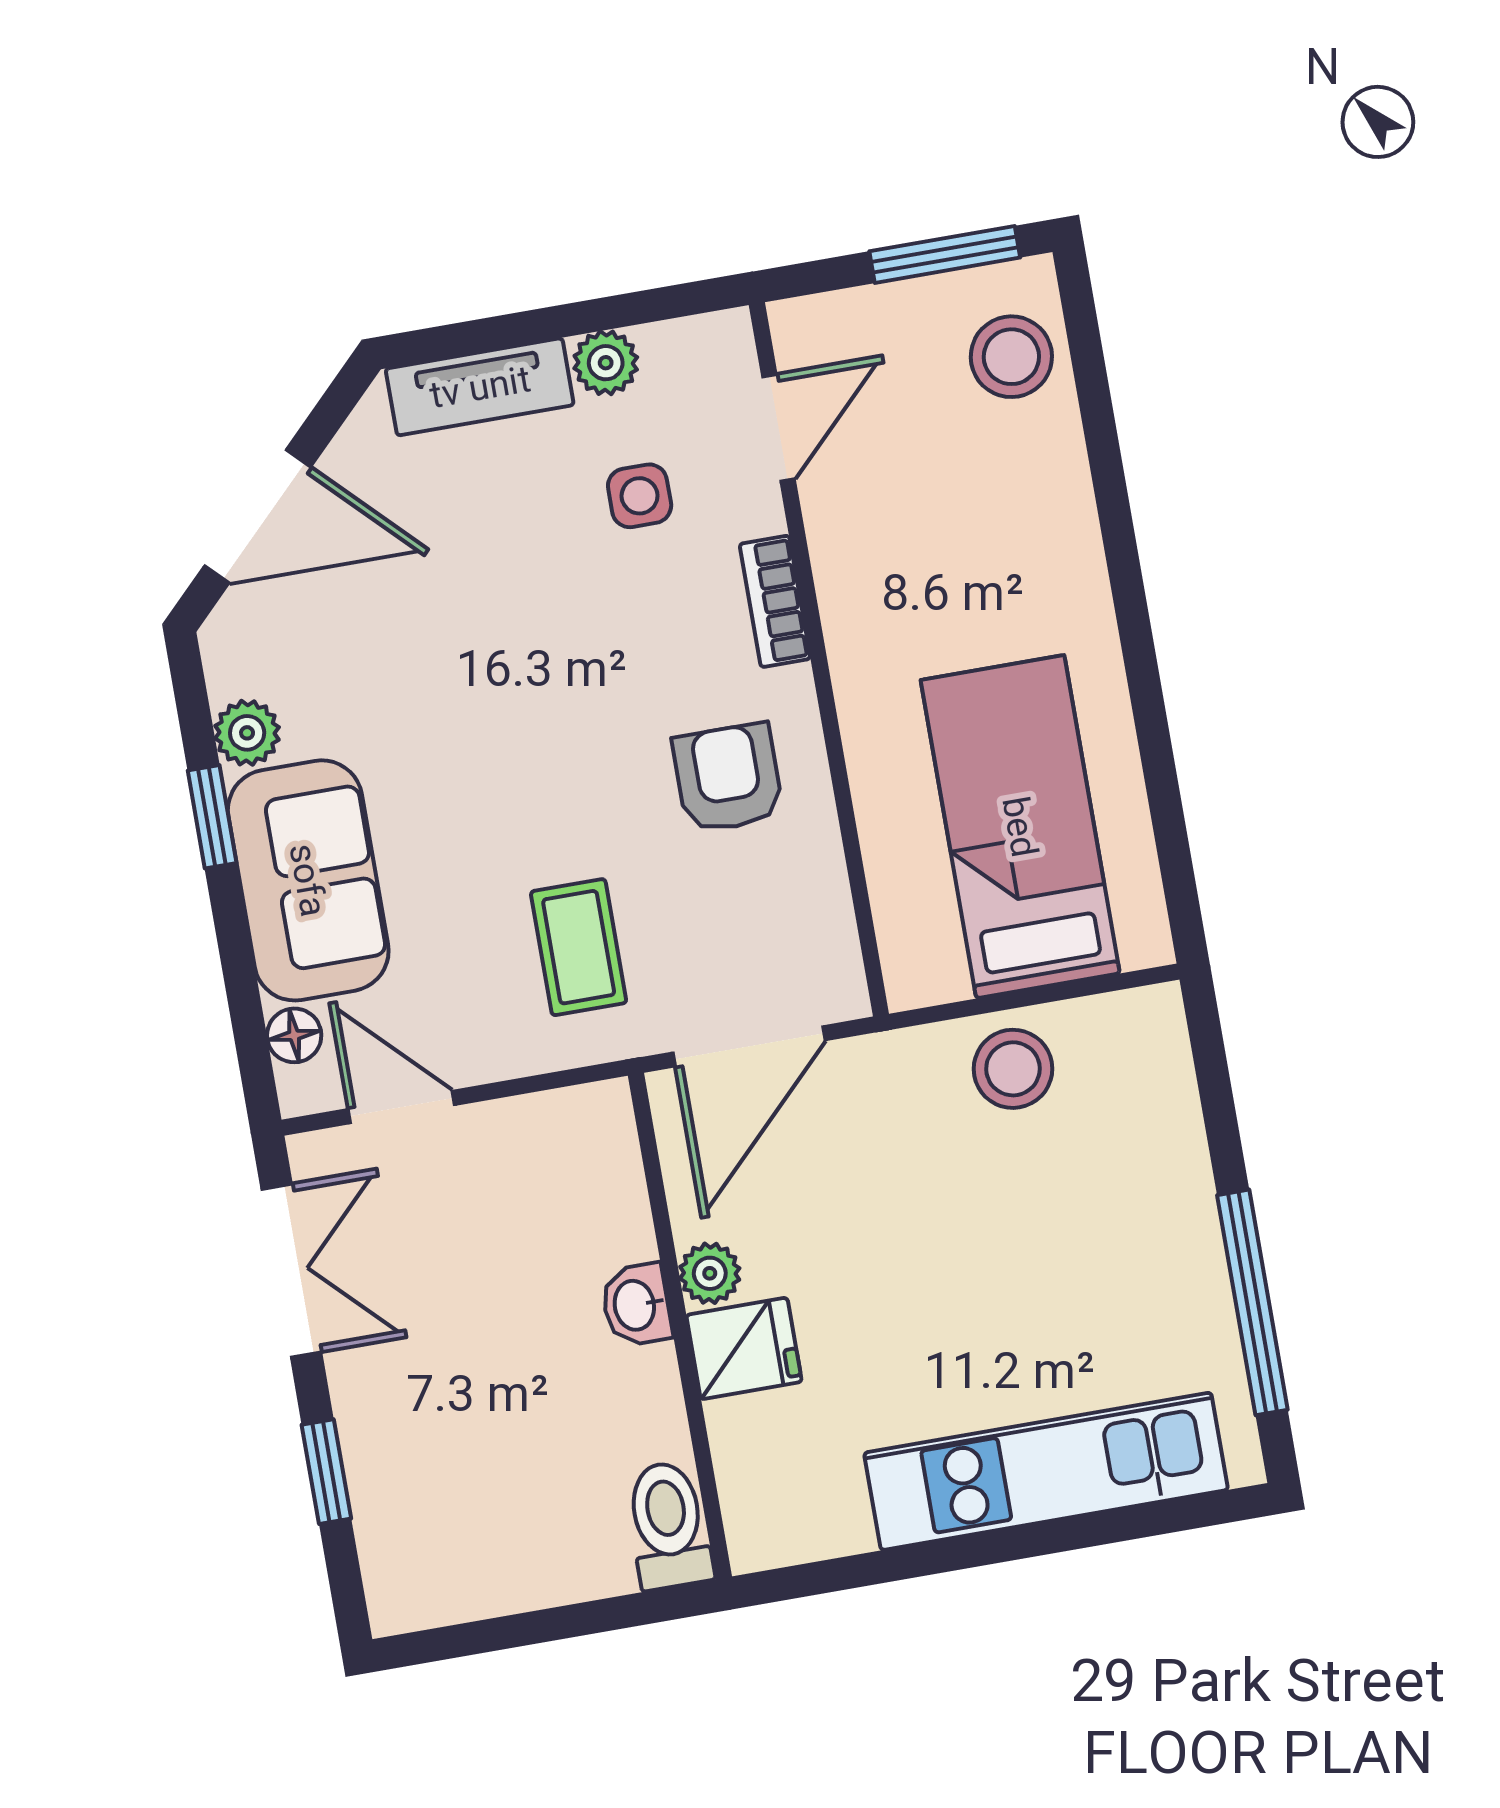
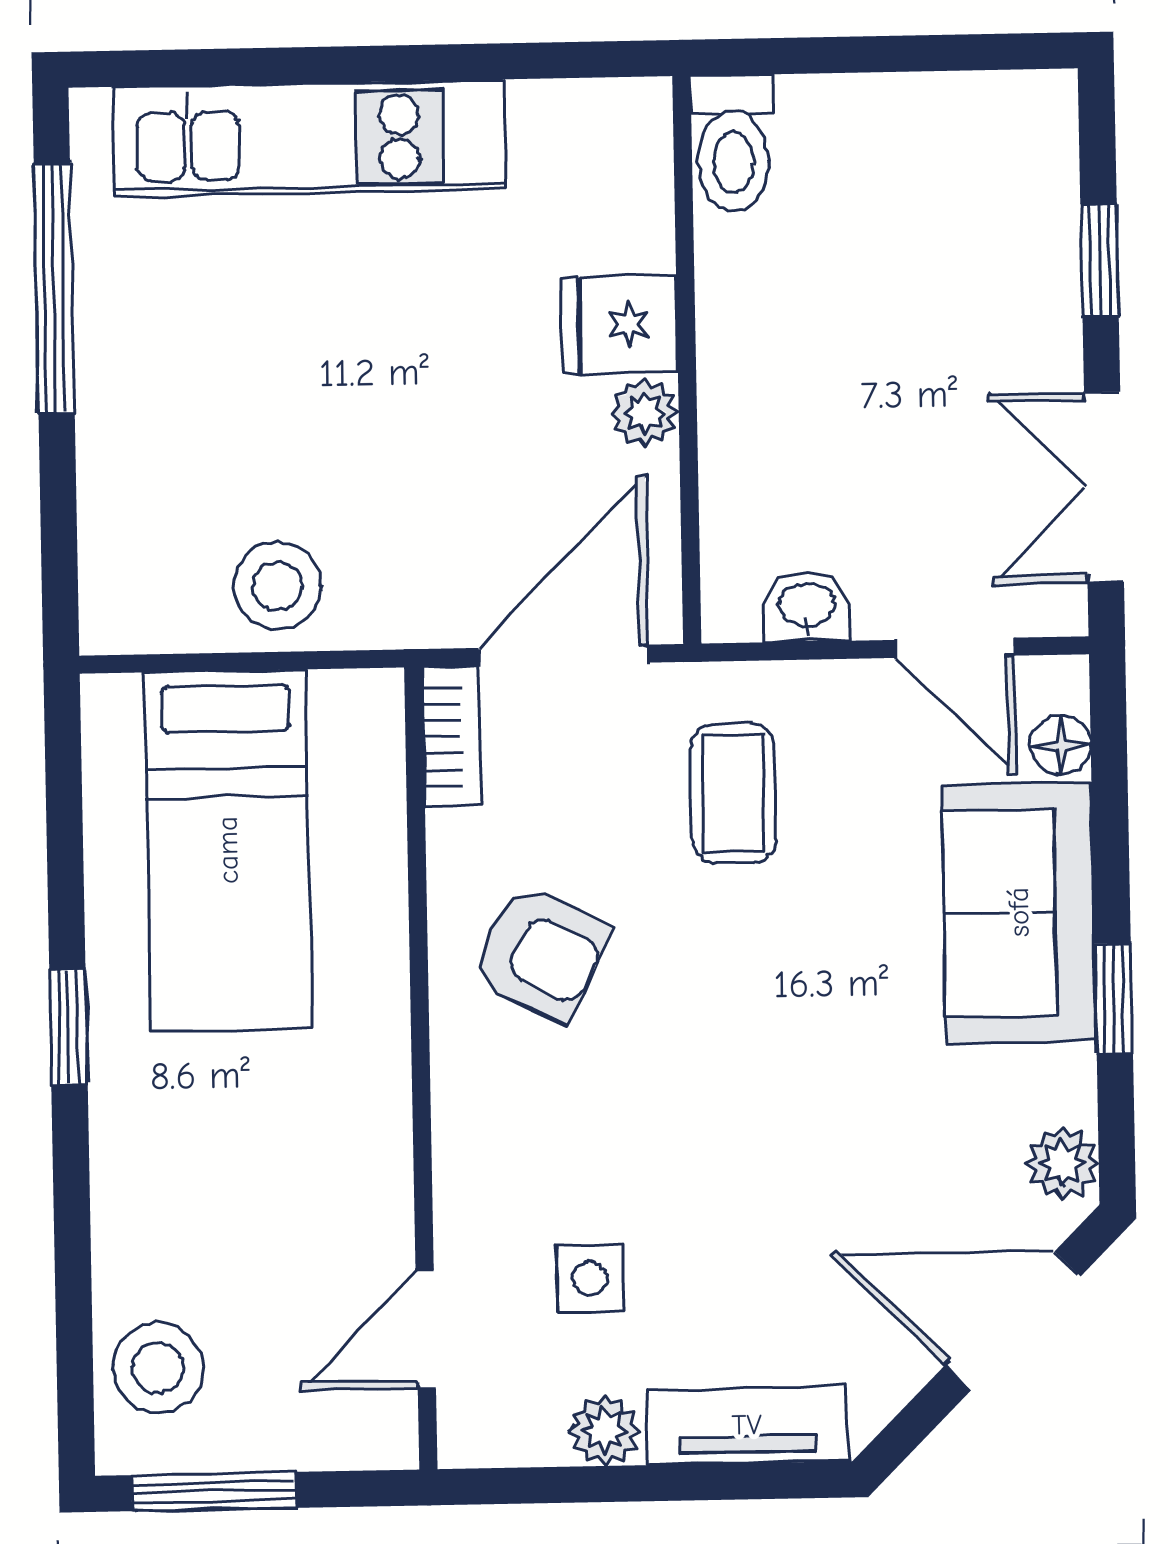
bookcase: (775, 601) -> (451, 736), moved
window: (1138, 647) -> (68, 1027), added
plant: (247, 733) -> (1063, 1164), moved
armchair: (728, 778) -> (541, 954), turned -64
washbasin: (636, 1305) -> (807, 607), moved, turned -90

